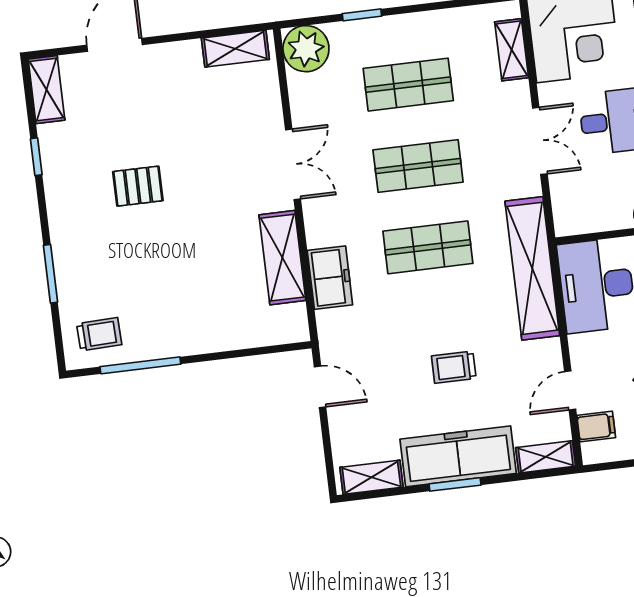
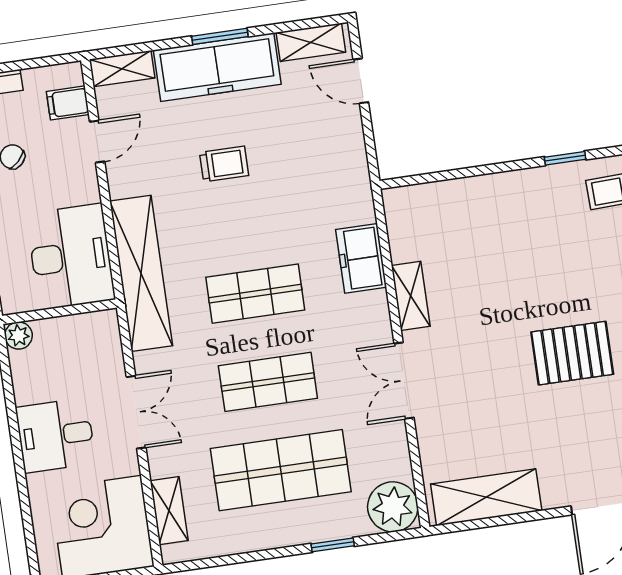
shelving: (235, 49) -> (486, 497), width x1.50, depth x1.33
shop shelf: (408, 85) -> (281, 470), width x1.43, depth x1.36
double door: (540, 141) -> (136, 412), swing flipped
pallet: (138, 186) -> (572, 353), width x1.50, depth x1.42
shelving: (282, 258) -> (411, 296), width x0.67, depth x0.75
window: (140, 365) -> (565, 158), width x0.46
door: (320, 387) -> (361, 81), moved

